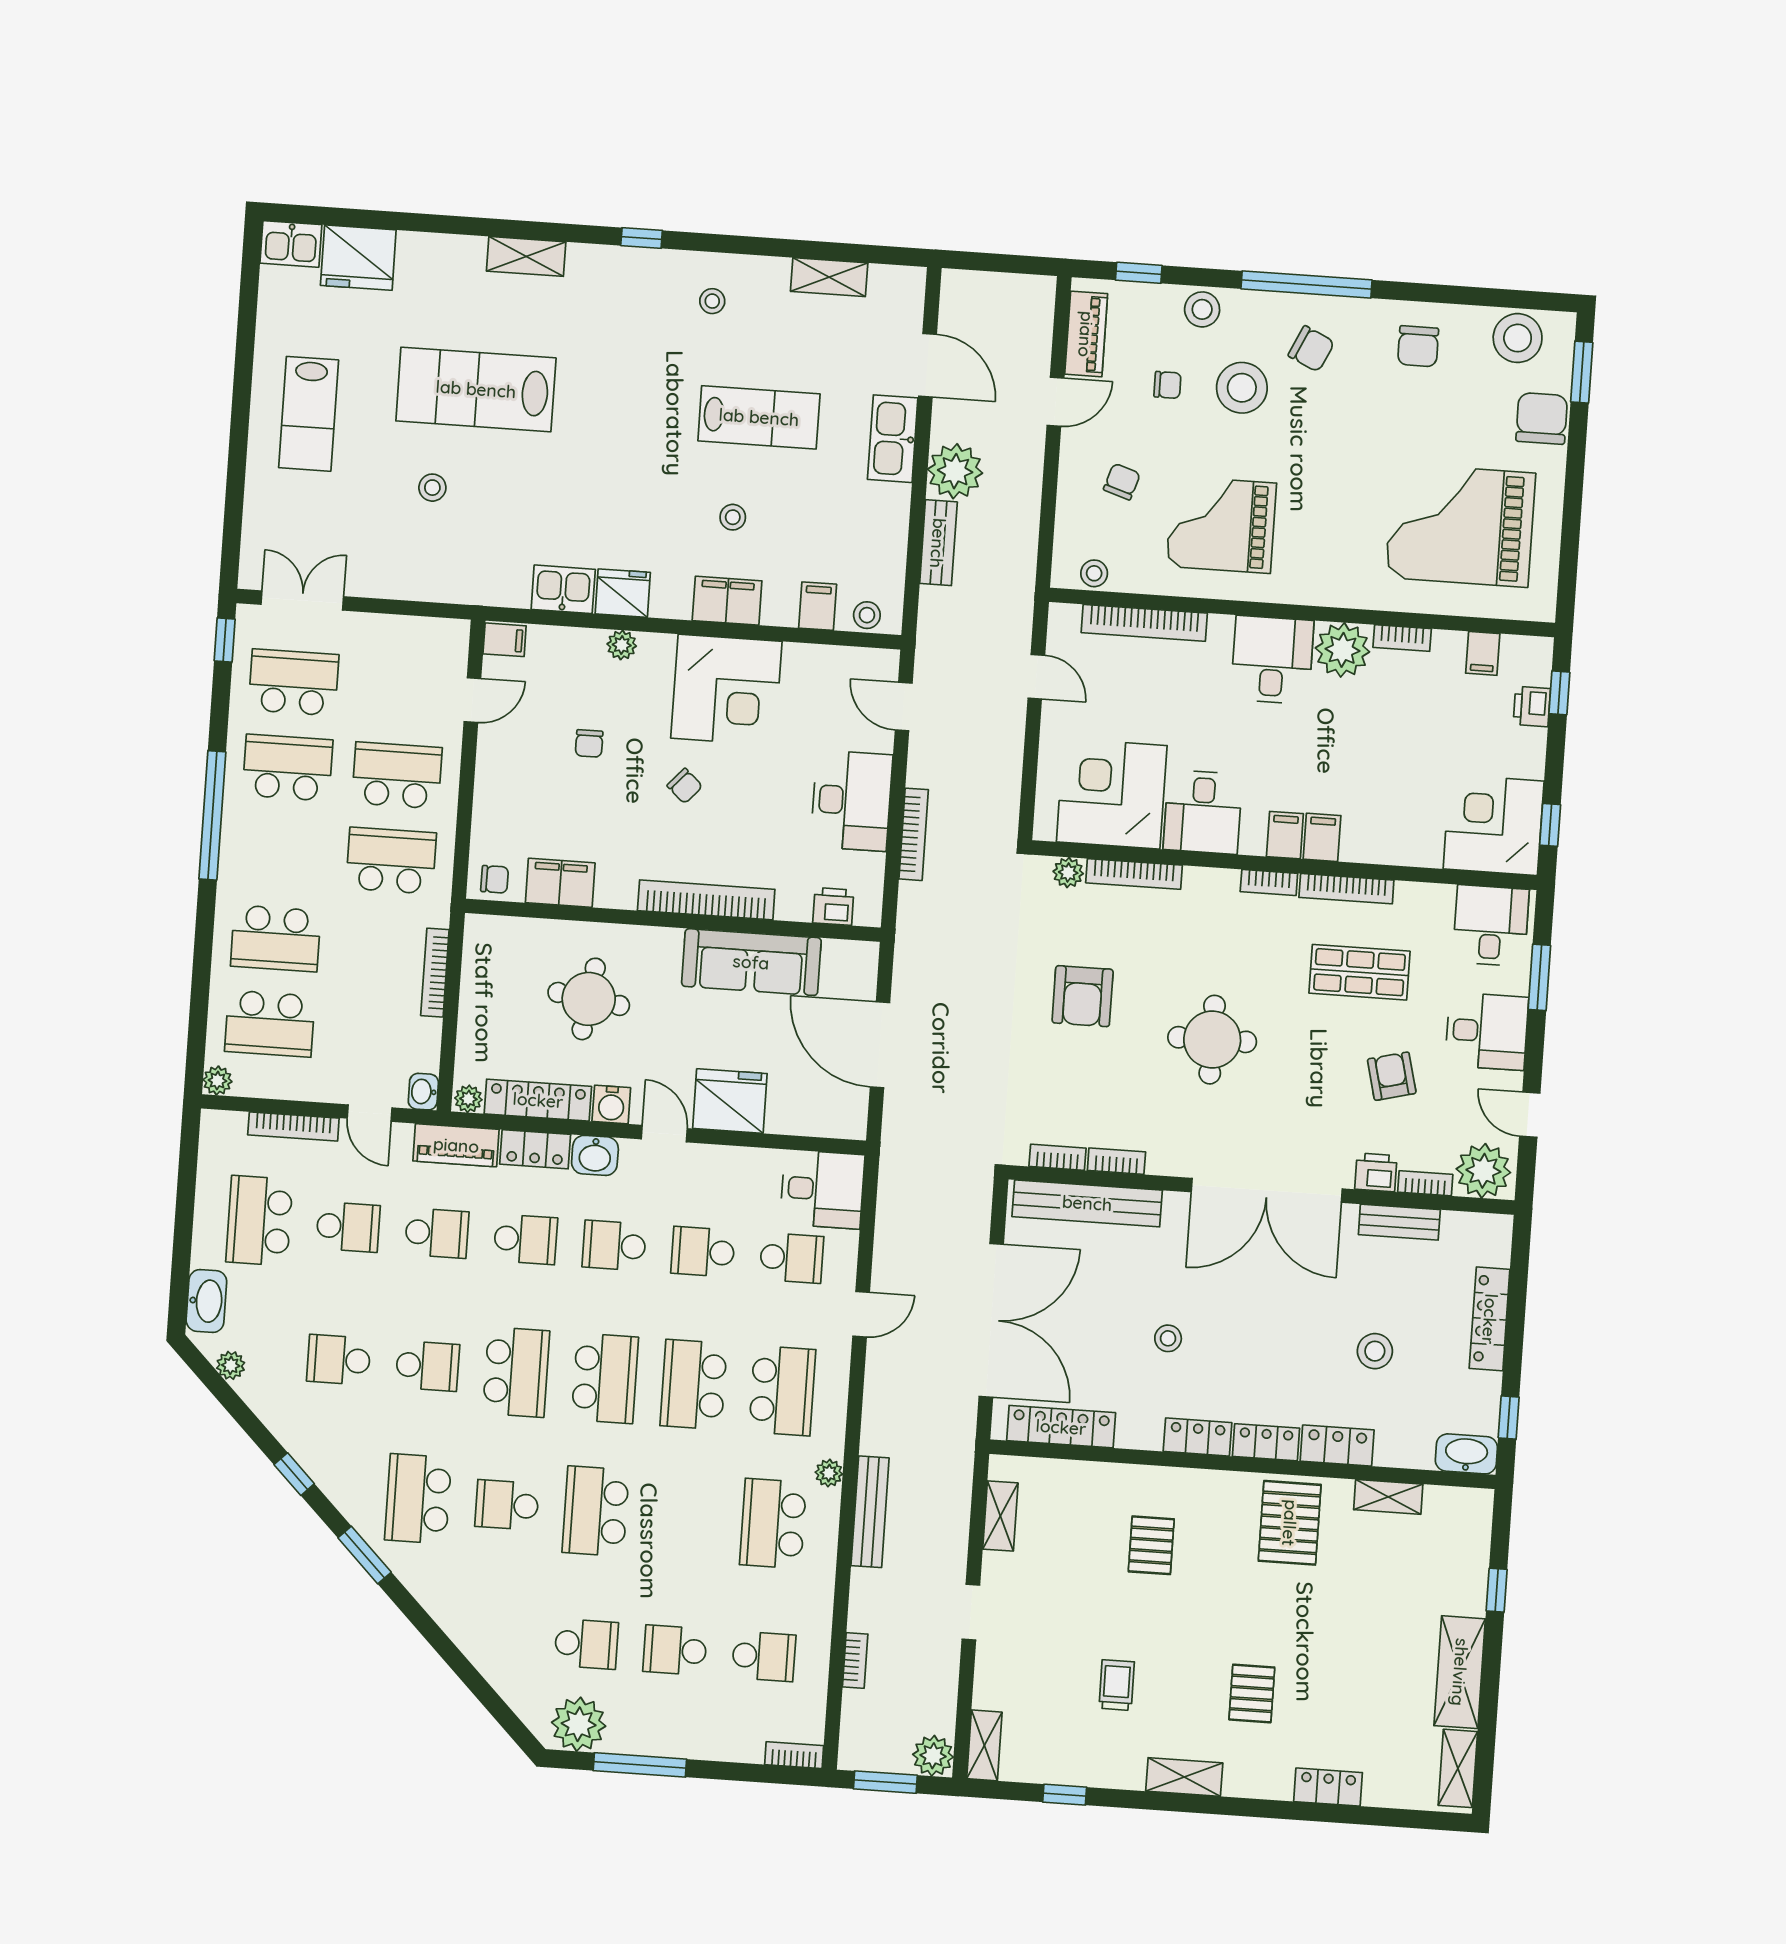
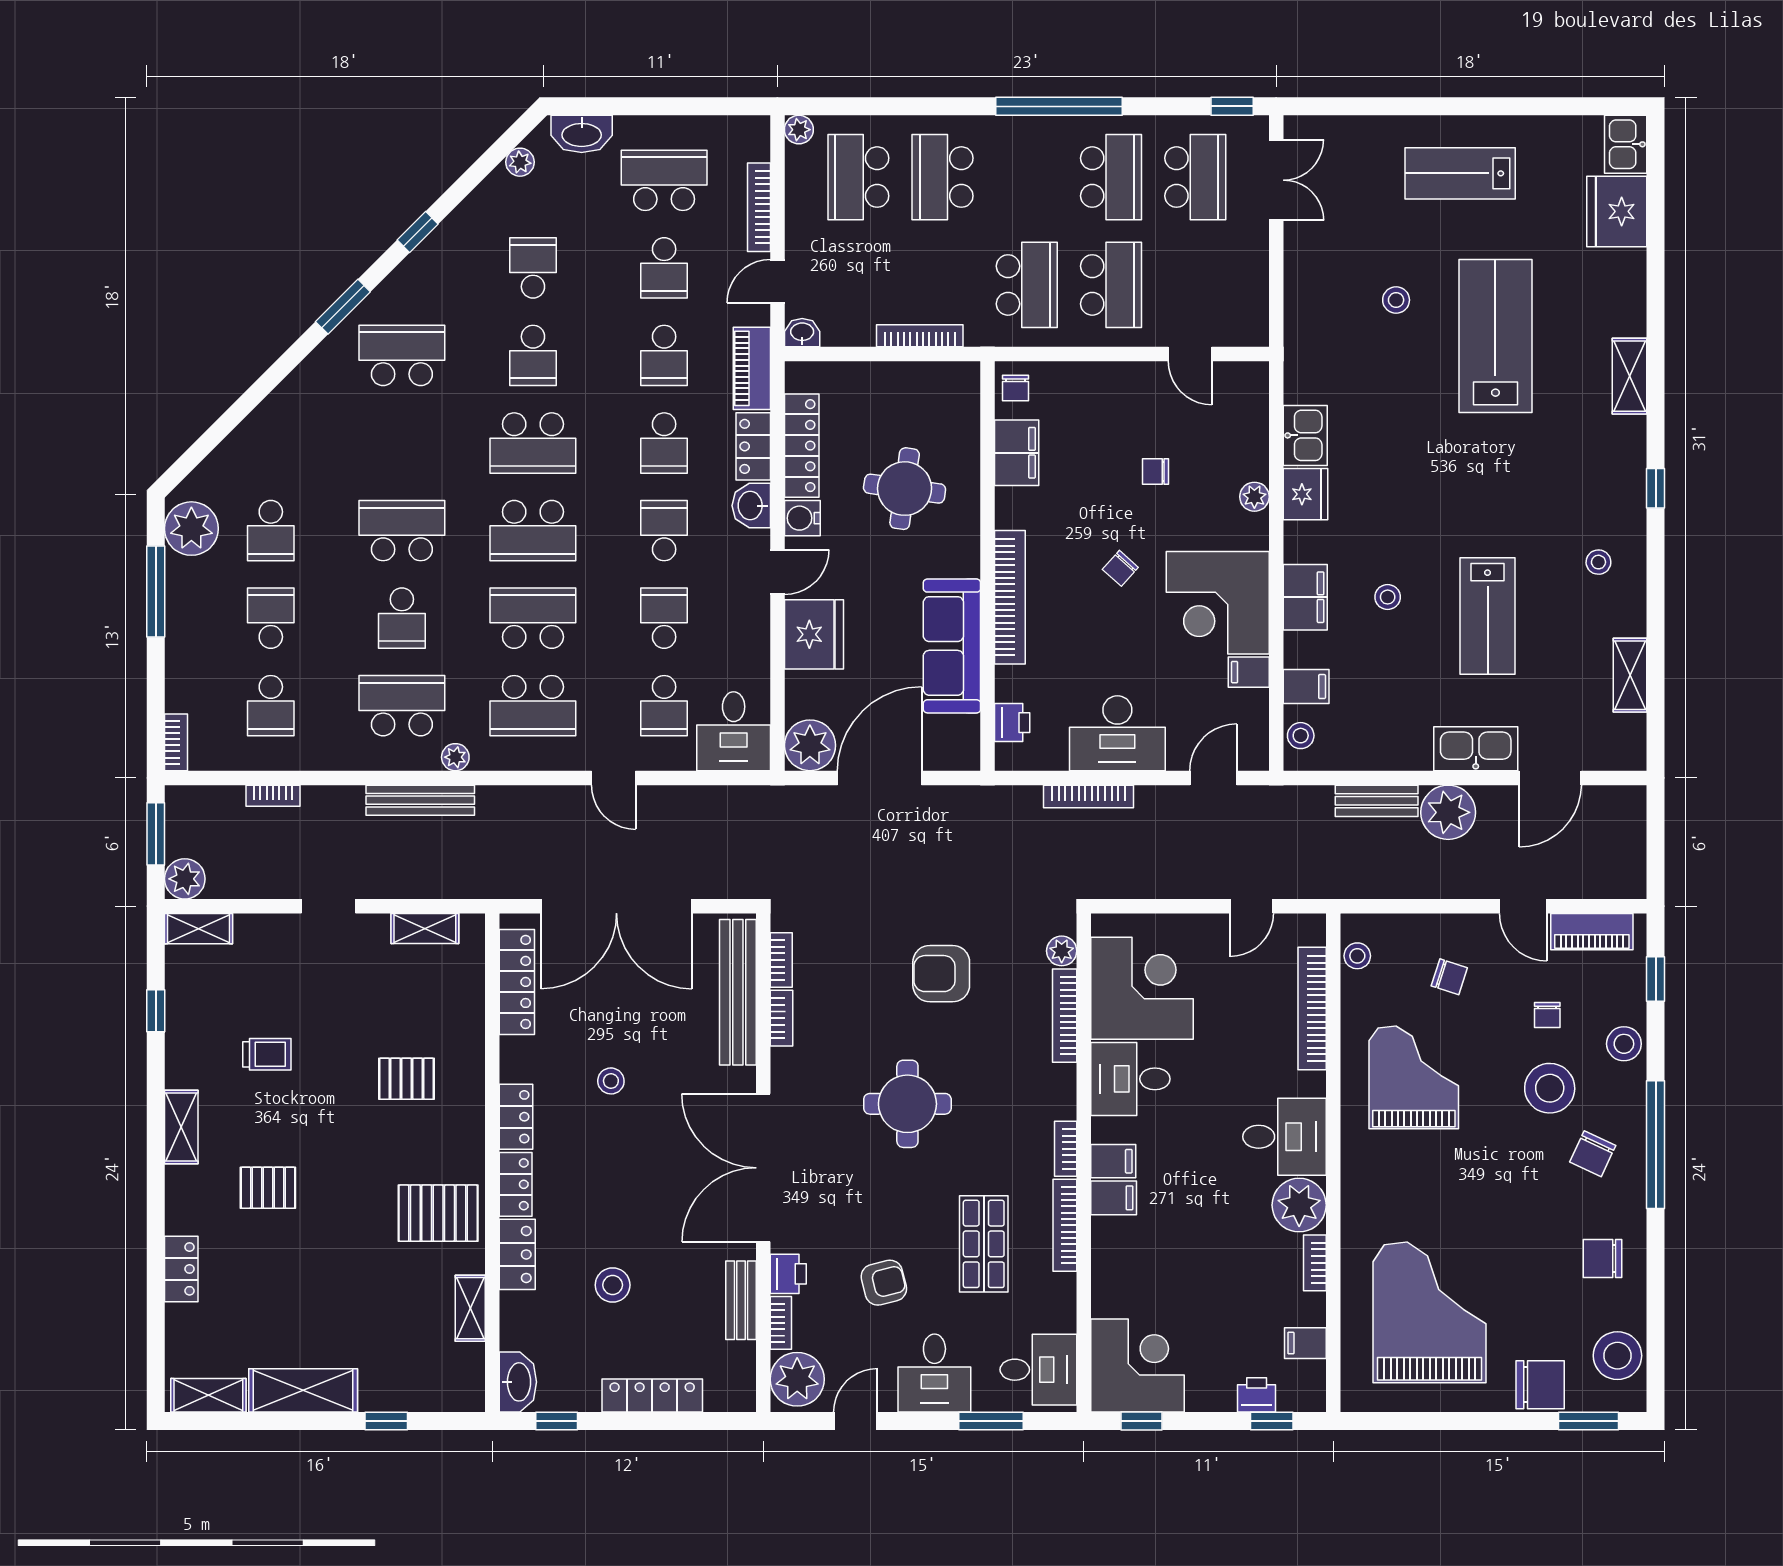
filing cabinet: (505, 640) -> (1249, 672), moved, turned 90
plant: (468, 1099) -> (810, 745), moved, width x1.87, depth x1.87
school desk: (507, 1505) -> (402, 618), moved, turned 180

